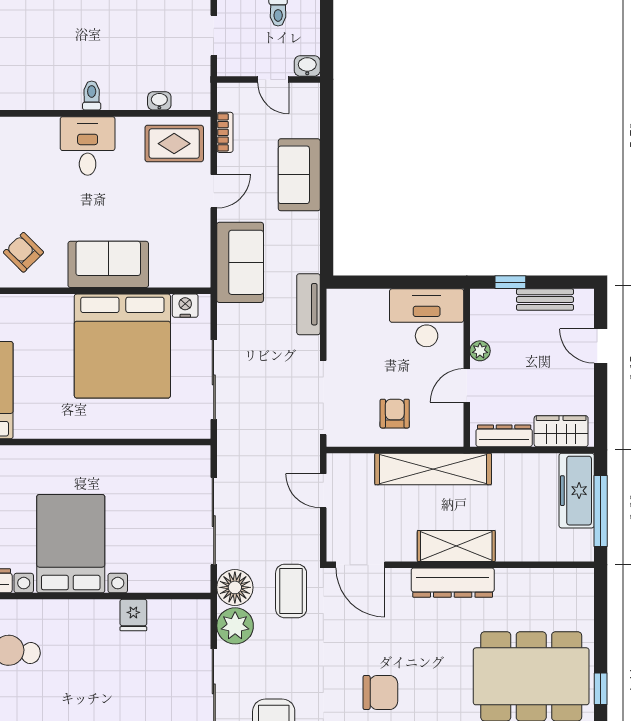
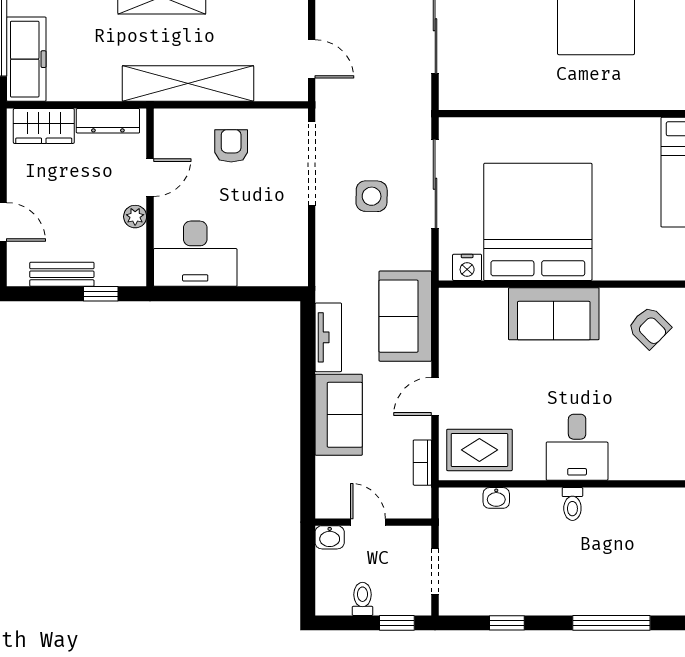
tv unit: (308, 304) -> (328, 337), moved
side table: (270, 369) -> (372, 196), added
armchair: (395, 414) -> (231, 146), turned 180

